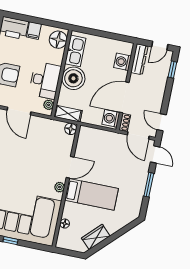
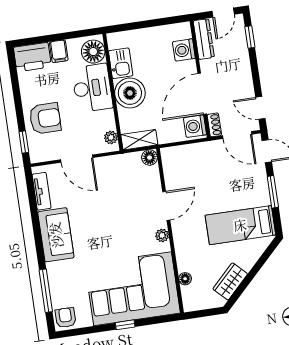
kitchen sink: (75, 51) -> (121, 63), width x0.73
desk: (45, 80) -> (92, 88), moved
bed: (91, 194) -> (240, 225), moved, turned 180

